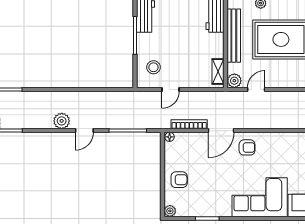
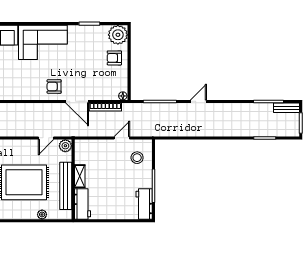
shelving: (218, 72) -> (80, 176), moved
plant: (62, 121) -> (219, 110), removed
door: (221, 131) -> (77, 101), swing flipped
plant: (170, 211) -> (118, 35), width x1.87, depth x1.87

